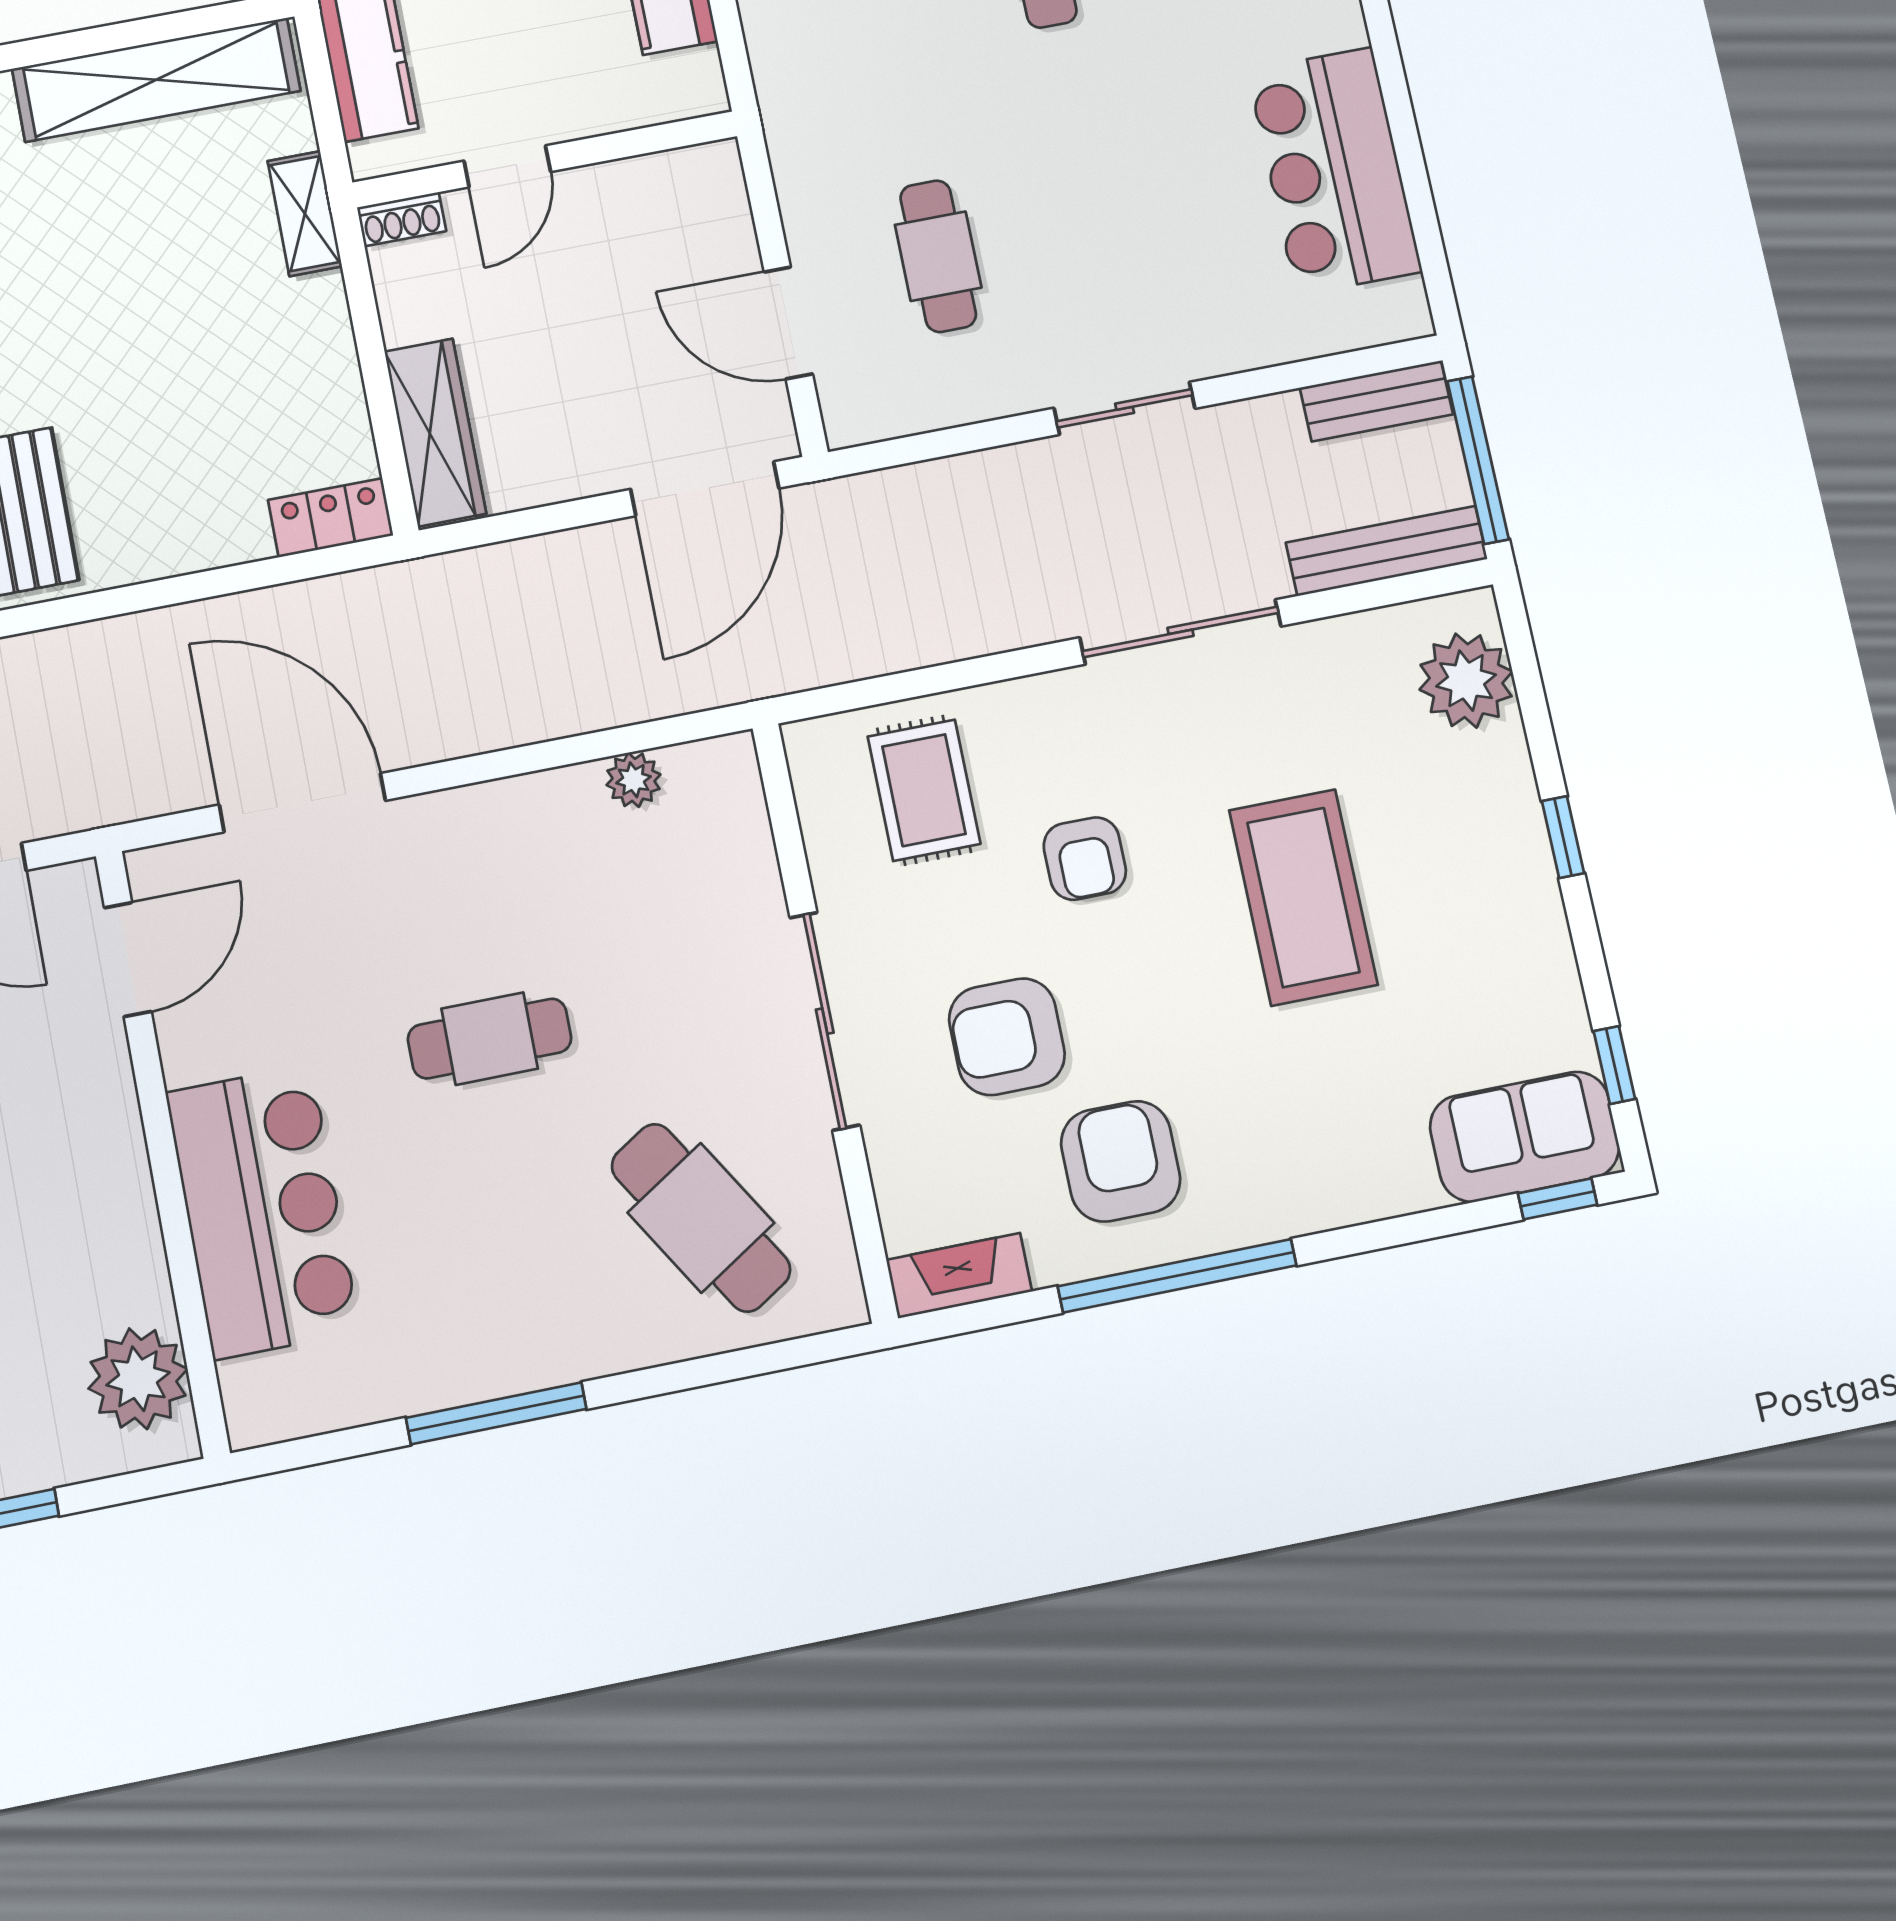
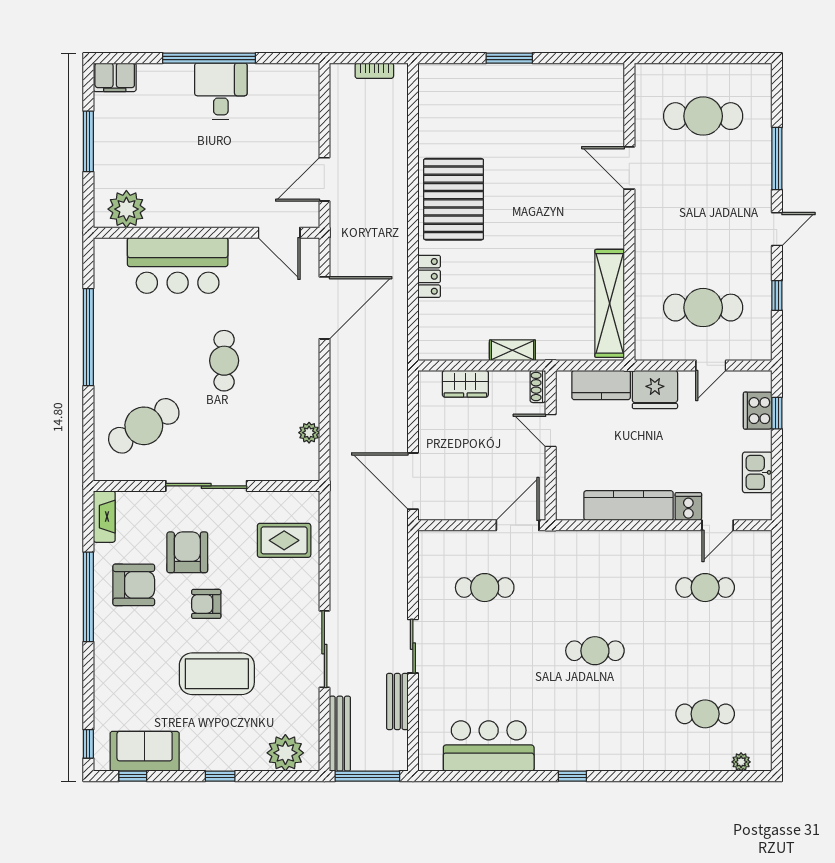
shelving: (305, 214) -> (512, 350), moved
door: (788, 323) -> (518, 525), moved
bench: (1376, 401) -> (397, 702), moved
wardrobe: (435, 432) -> (465, 384), width x0.67
locker: (331, 518) -> (429, 276), moved
armchair: (1085, 859) -> (206, 604), moved
sofa: (1525, 1137) -> (145, 751), moved, turned -90
window: (496, 1413) -> (88, 337), width x1.46

